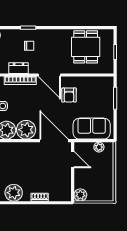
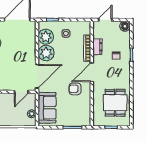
dining table: (86, 47) -> (115, 103), turned 90

